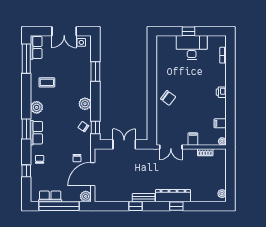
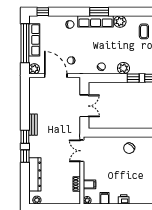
printer: (221, 92) -> (124, 199), moved
window: (95, 128) -> (133, 78), moved
row of seats: (36, 133) -> (96, 21), width x1.48
filing cabinet: (193, 139) -> (89, 184), moved
window: (26, 171) -> (43, 12), moved
row of seats: (50, 196) -> (34, 40), width x1.48
dresser: (173, 196) -> (35, 174), moved
window: (135, 206) -> (25, 137), moved

